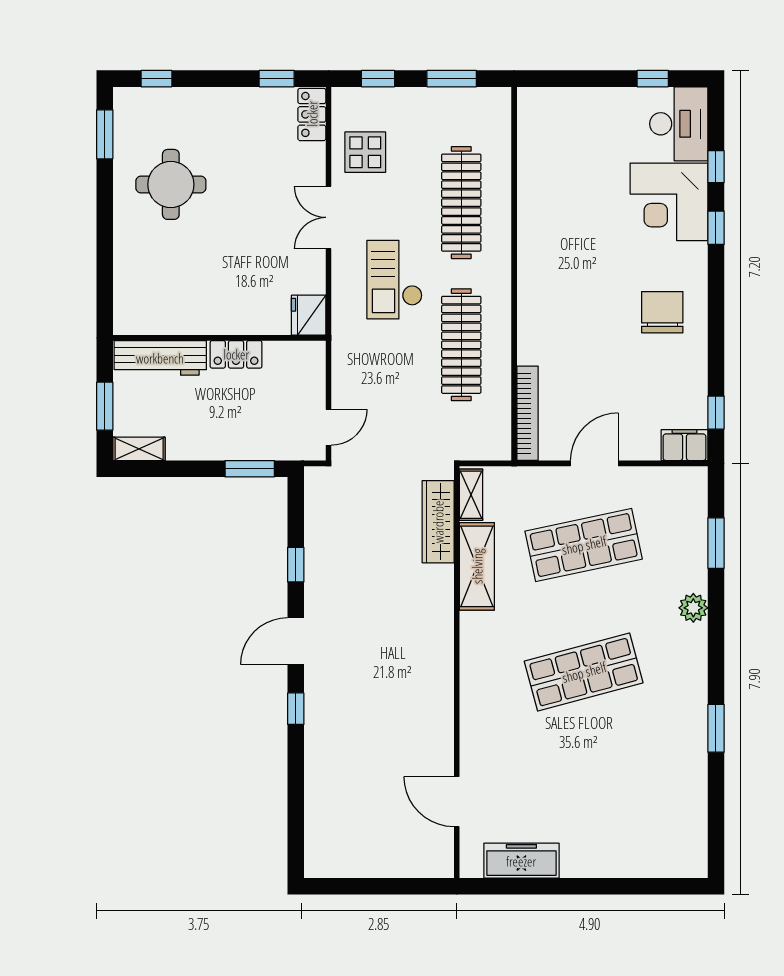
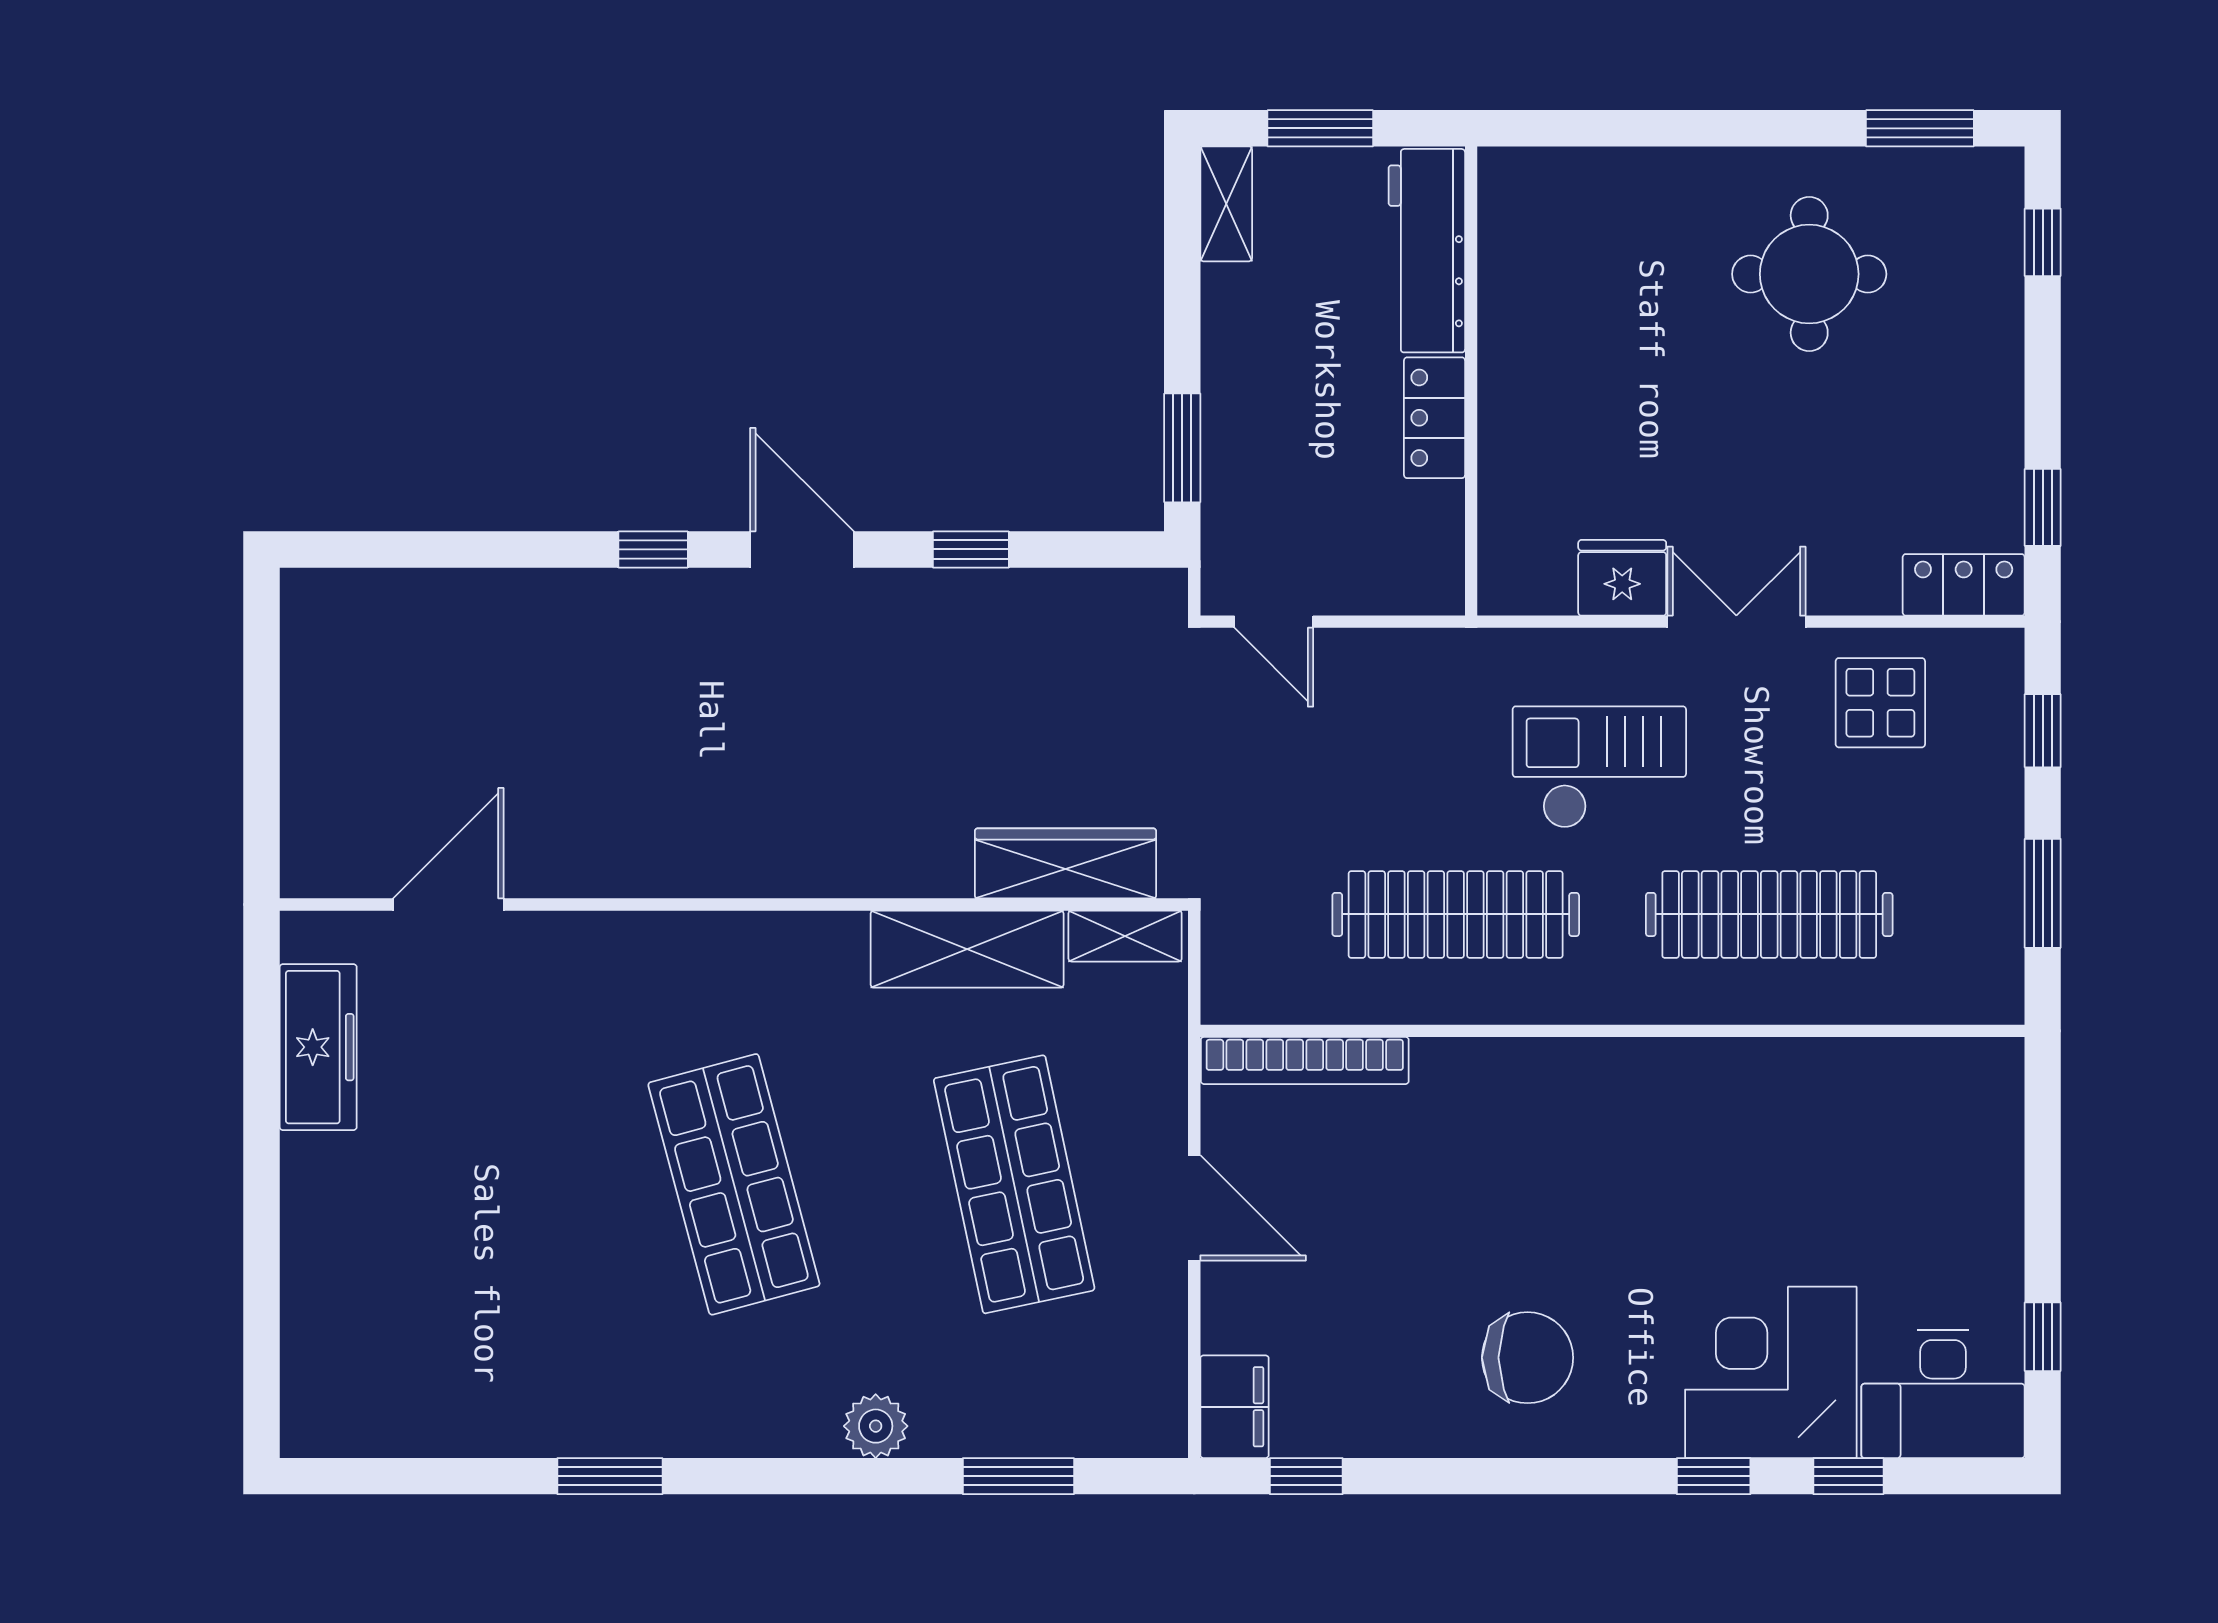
fridge: (309, 315) -> (1622, 578), moved

